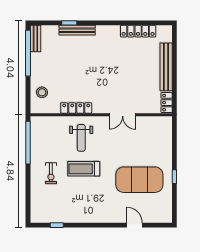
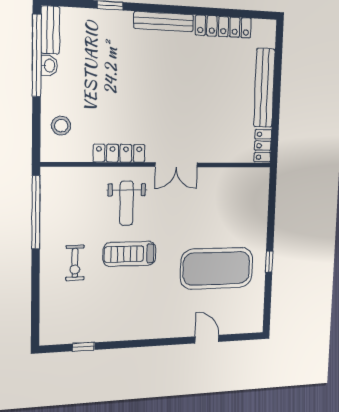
bench: (77, 30) -> (164, 22), moved
washbasin: (35, 58) -> (49, 66), added
double door: (123, 115) -> (176, 165), moved

